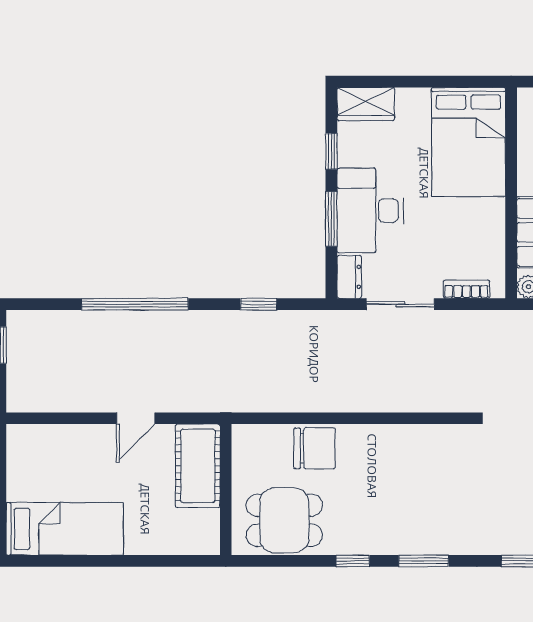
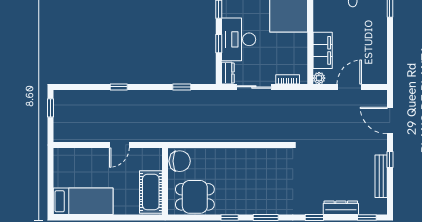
window: (331, 219) -> (219, 44), width x0.67
window: (135, 304) -> (119, 87), width x0.32
chair: (314, 448) -> (180, 161), moved
cot: (198, 466) -> (151, 192), moved

